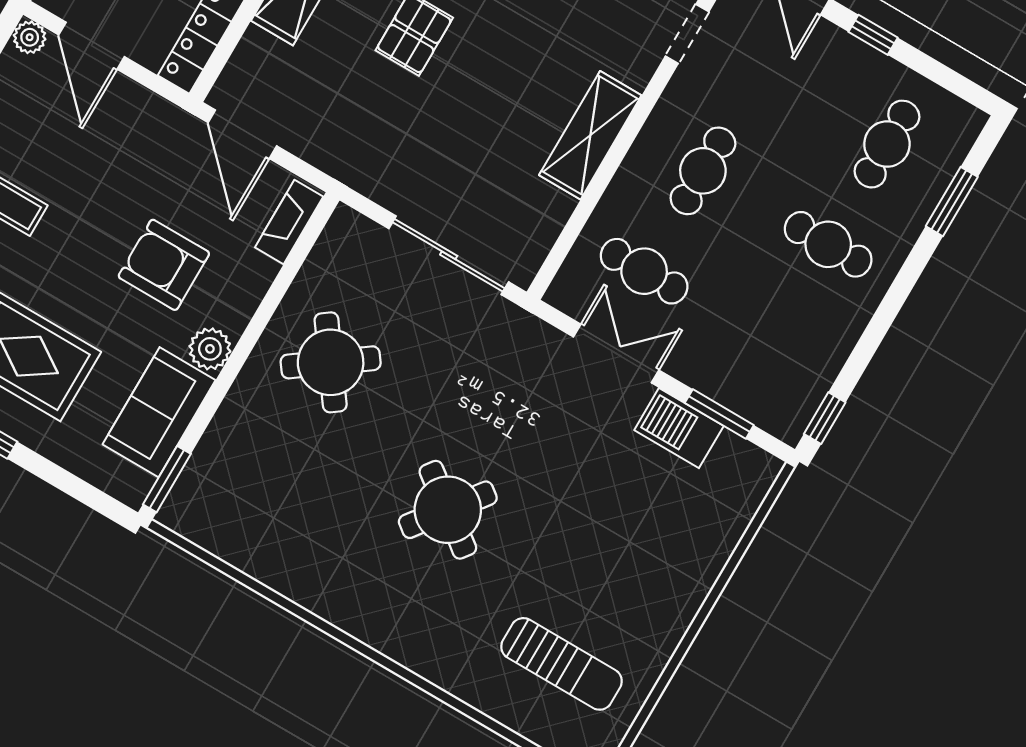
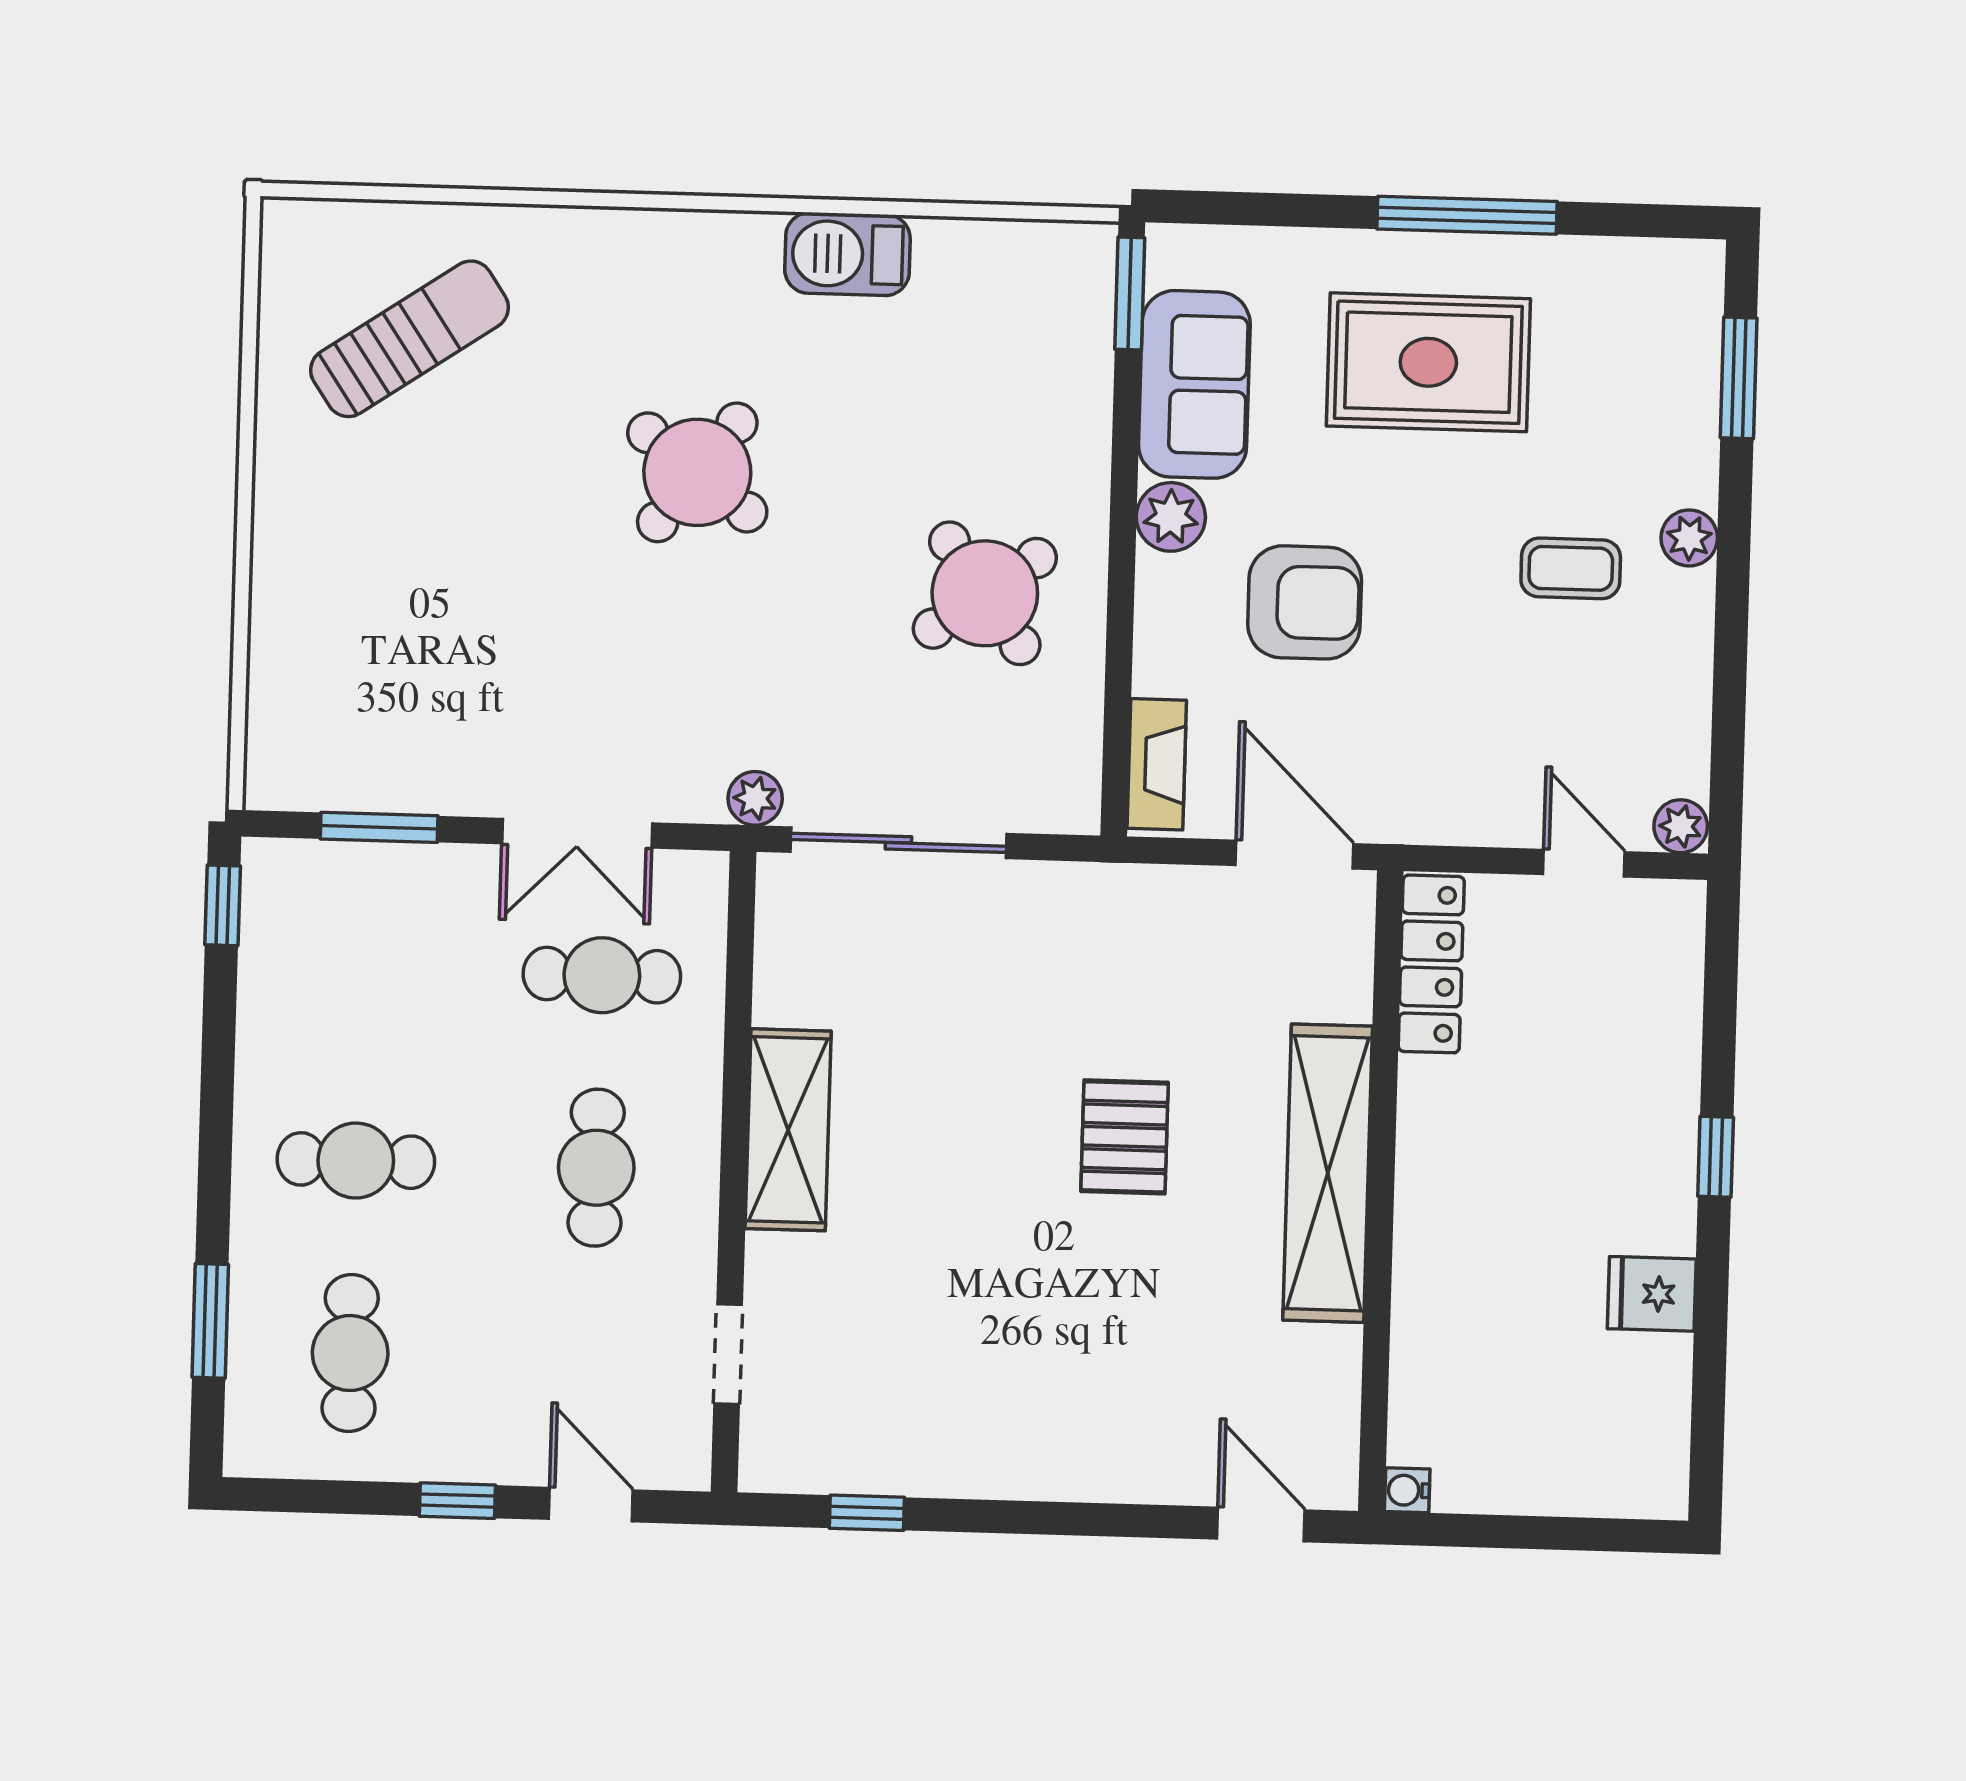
door: (92, 46) -> (1584, 863), width x0.73
plant: (512, 320) -> (755, 798), added
barbecue: (679, 428) -> (847, 254), moved, turned 180
sun lounger: (561, 664) -> (410, 339), turned 146

